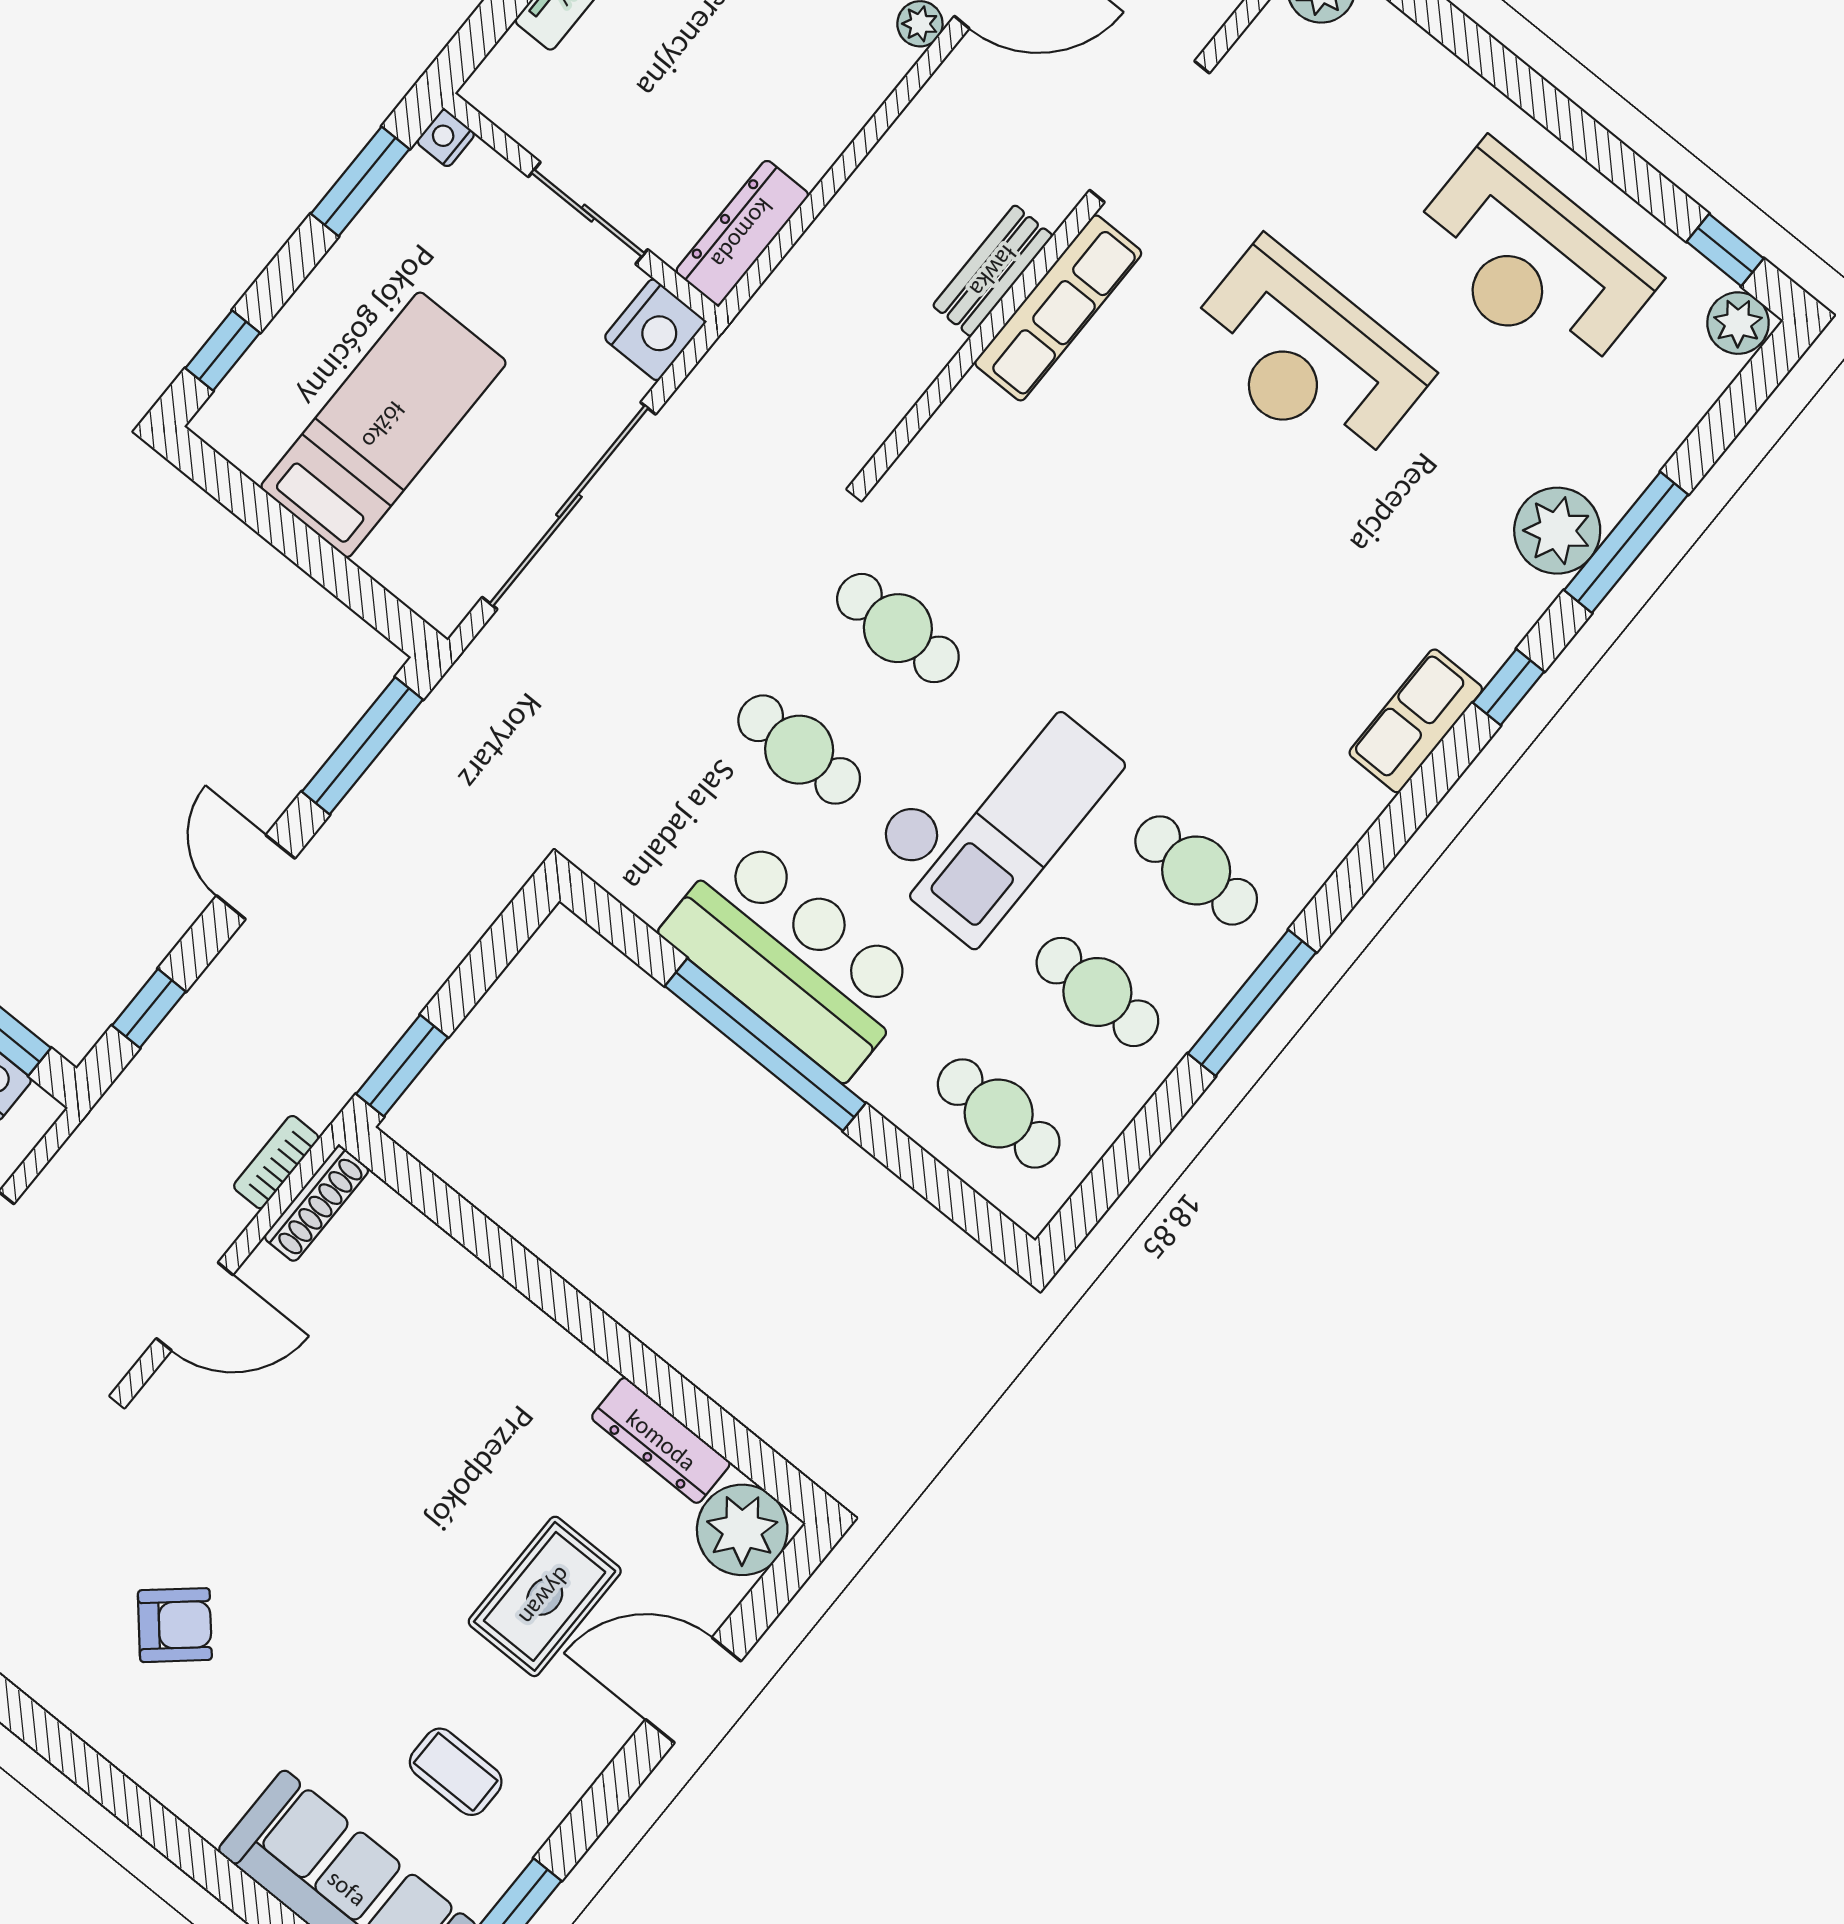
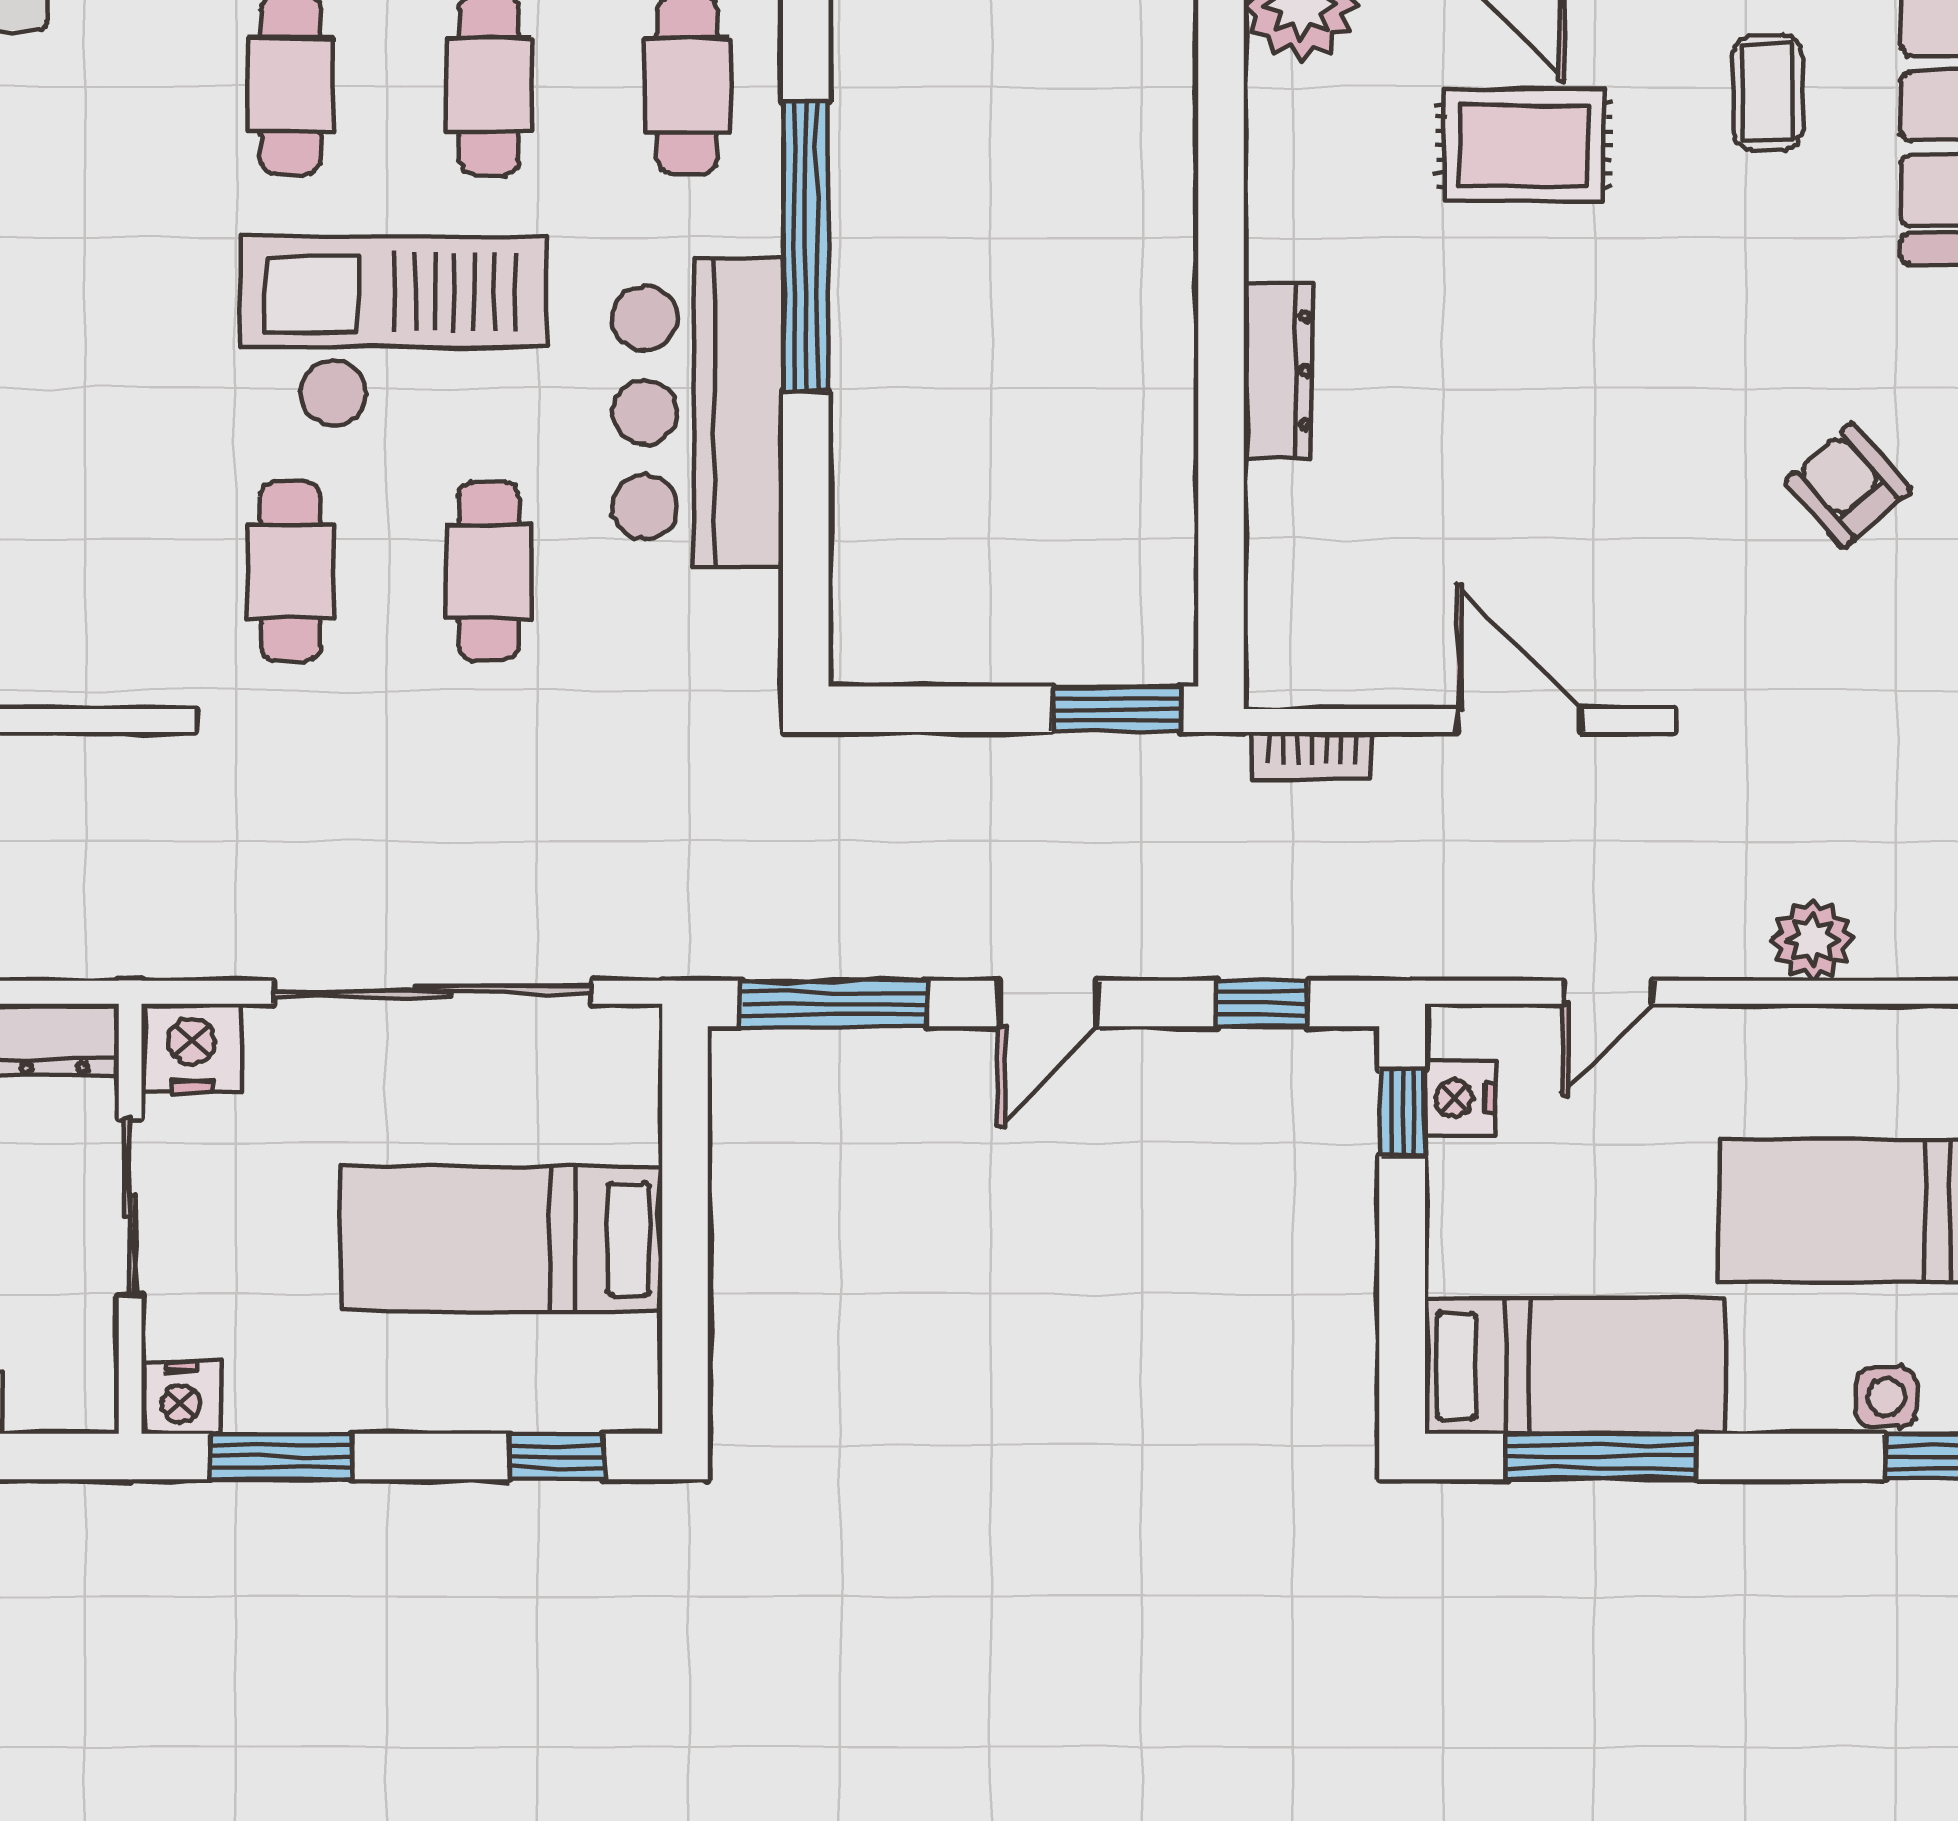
nightstand: (446, 138) -> (181, 1398), width x1.39, depth x1.35
window: (765, 1045) -> (806, 246), moved
shoe rack: (316, 1203) -> (1320, 683), removed
dresser: (661, 1440) -> (1278, 371), moved

